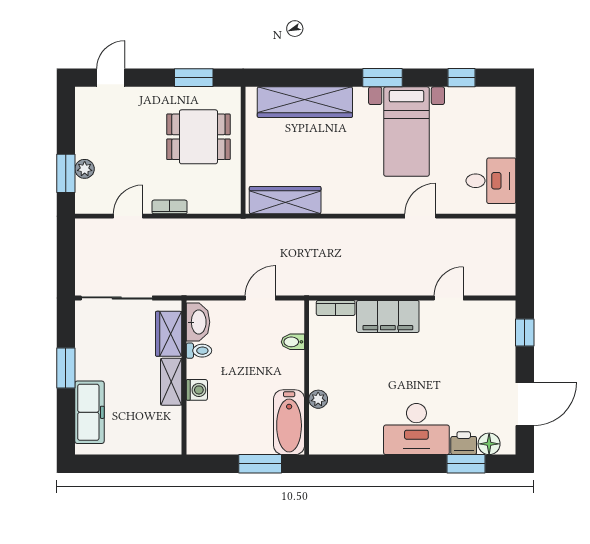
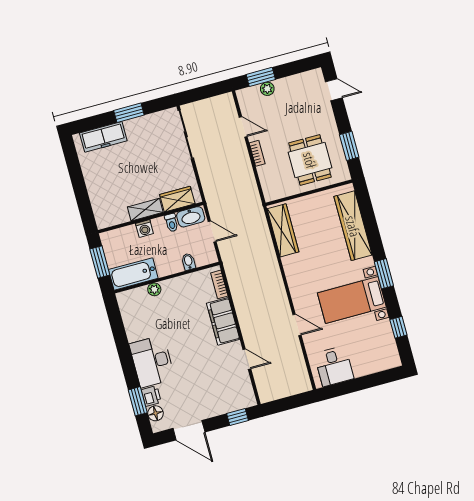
washbasin: (198, 322) -> (191, 217), moved
wardrobe: (169, 334) -> (177, 199), moved
toilet: (199, 351) -> (171, 223), moved
wall: (184, 377) -> (151, 218), moved
shelving: (171, 382) -> (145, 210), moved
washing machine: (197, 390) -> (144, 229), moved

